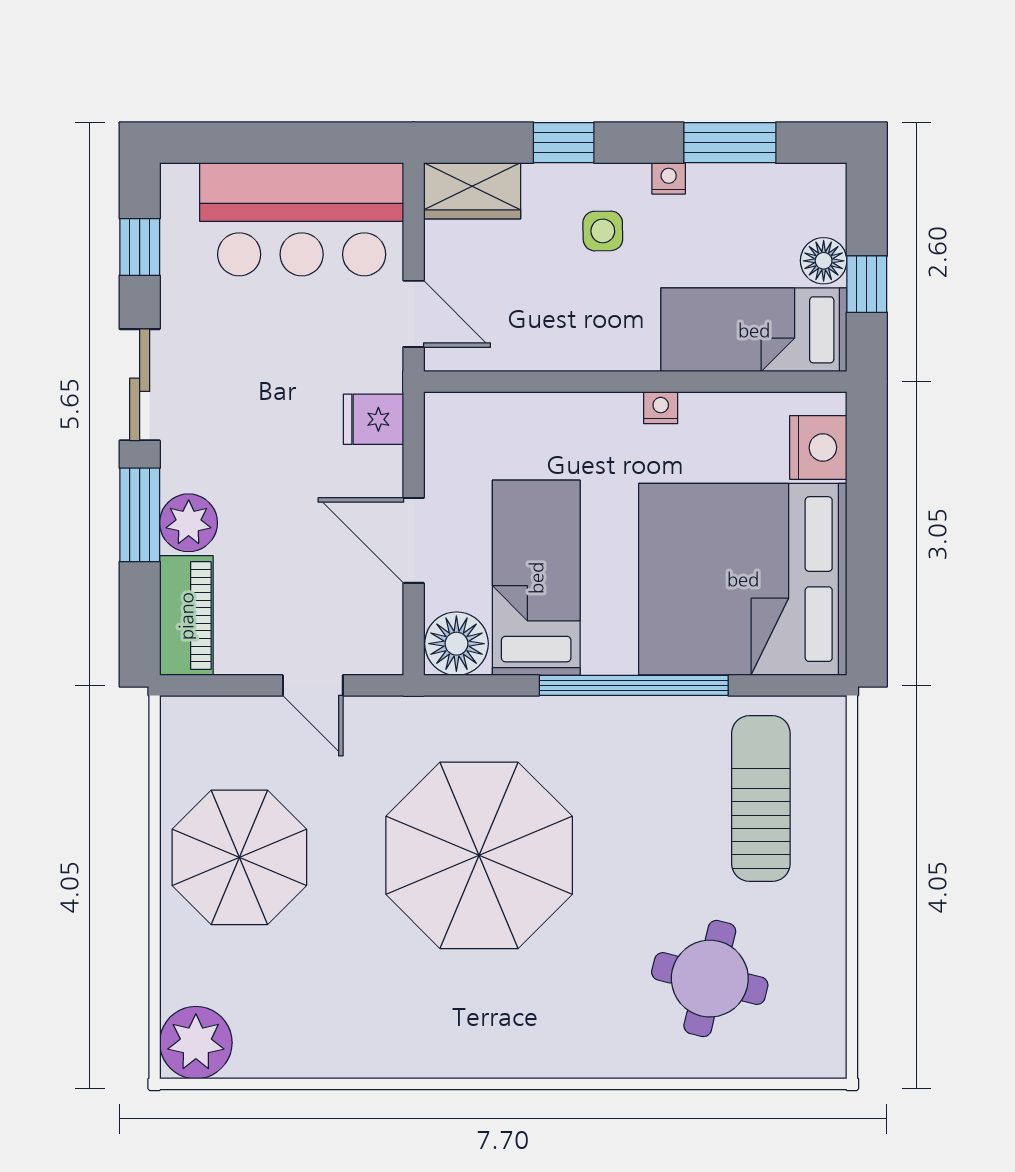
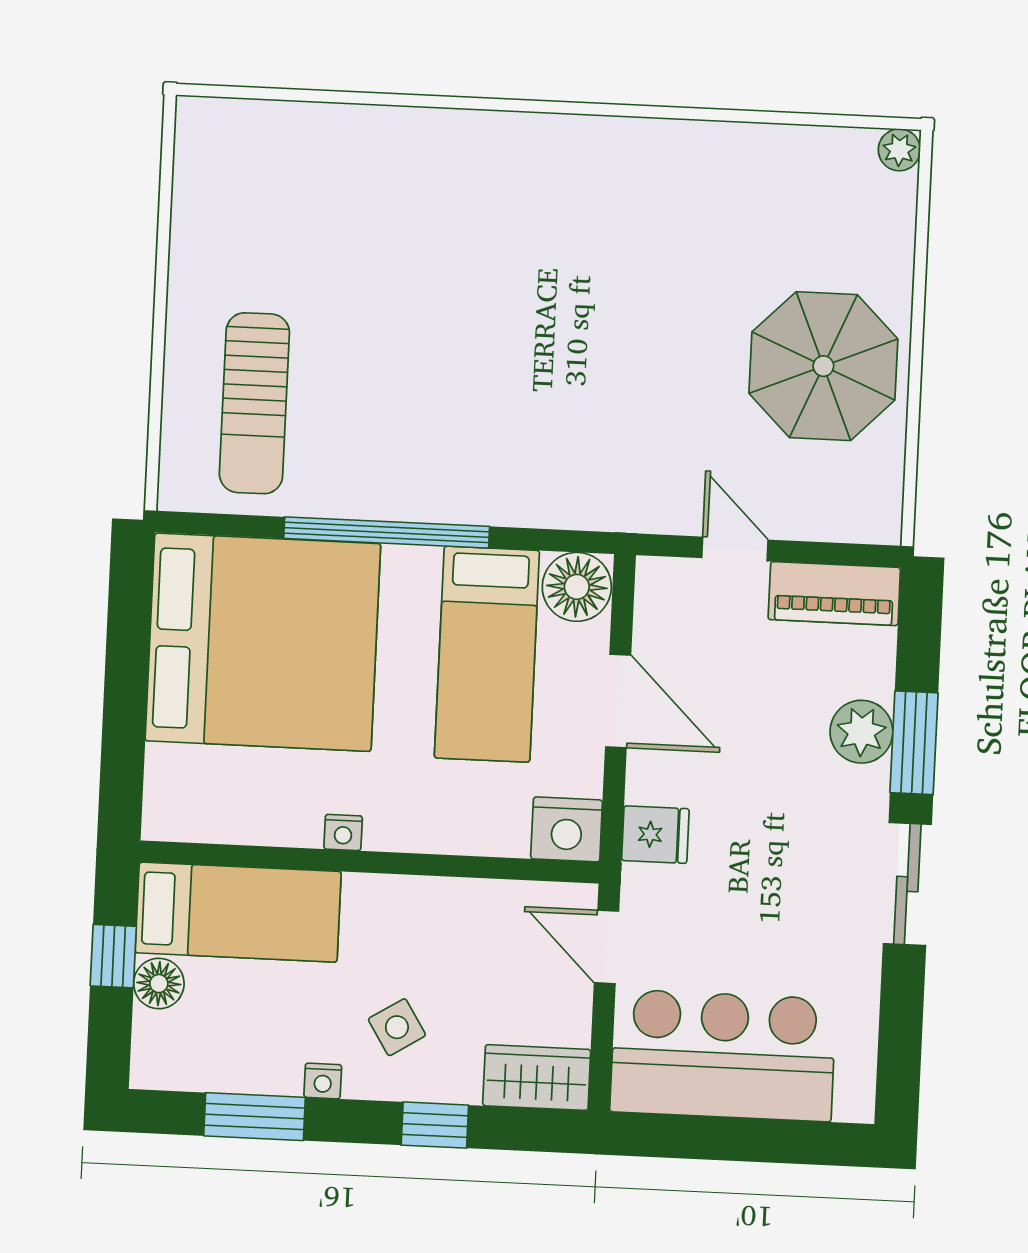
side table: (603, 231) -> (397, 1027), turned -31
window: (140, 247) -> (900, 1033), removed
nightstand: (818, 448) -> (567, 829), moved, turned -90
piano: (186, 616) -> (834, 594), moved, turned -90
parasol: (479, 855) -> (563, 356), removed
round table: (710, 979) -> (319, 210), removed
plant: (196, 1043) -> (899, 150), width x0.53, depth x0.53

